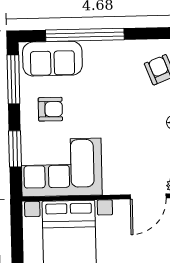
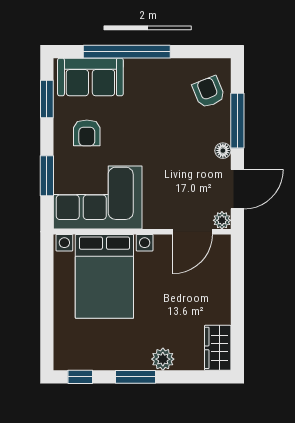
window: (13, 79) -> (47, 99), width x0.69
armchair: (50, 109) -> (87, 133), turned 90

